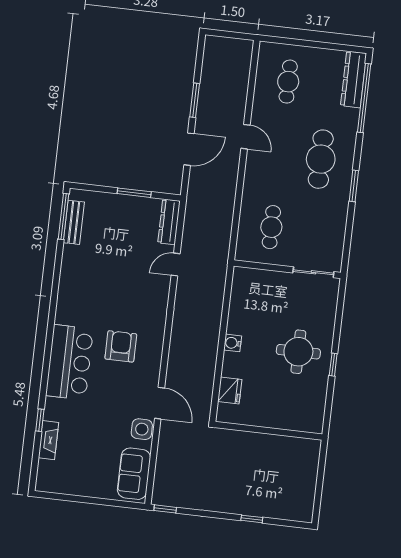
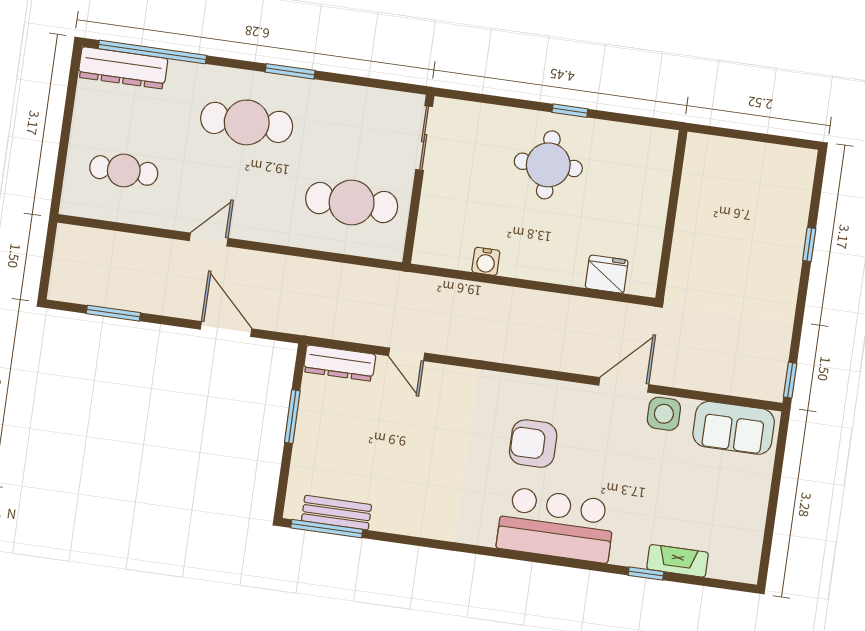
window: (195, 100) -> (113, 313), moved
cafe table: (271, 227) -> (352, 203), width x1.37, depth x1.35
water cooler: (233, 343) -> (486, 261), moved

